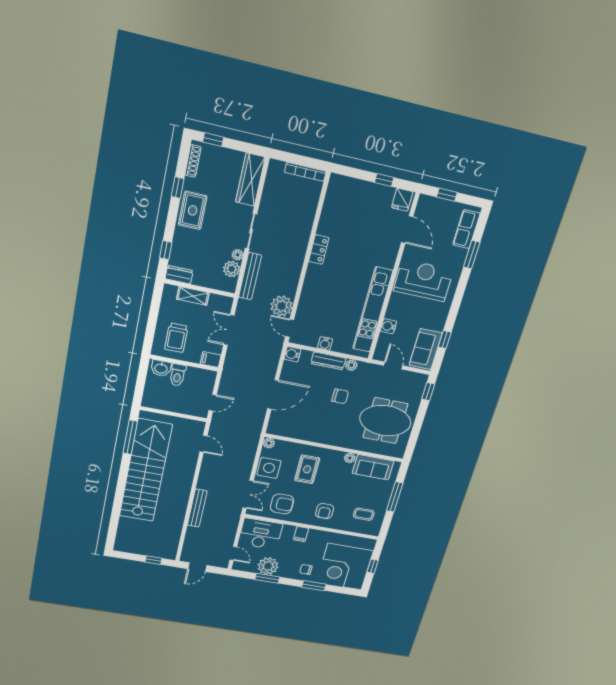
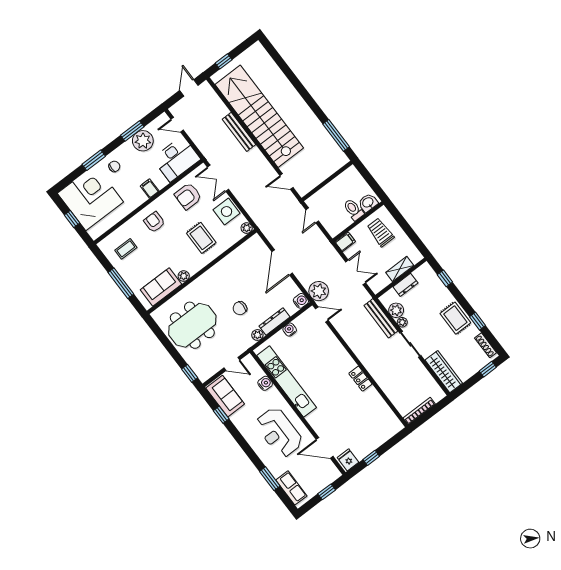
dresser: (179, 275) -> (405, 285), moved
reception desk: (423, 280) -> (279, 432), turned 90
plant: (282, 306) -> (319, 291), moved
stairs: (146, 471) -> (259, 116), moved, turned 180

